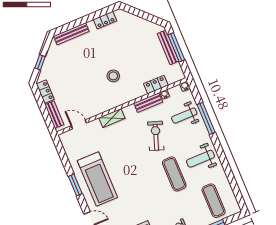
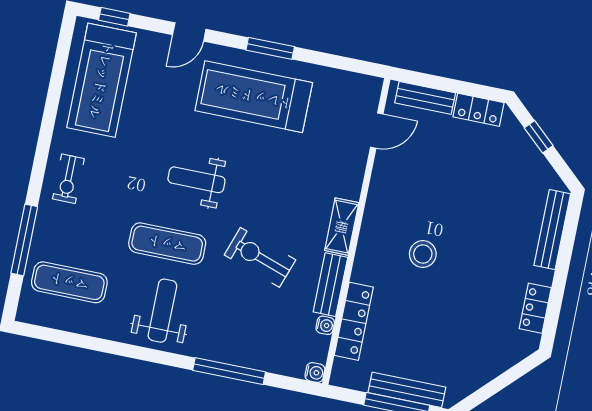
locker: (156, 85) -> (354, 321), width x1.53
weight bench: (184, 116) -> (196, 180), moved, turned -90
shelving: (112, 118) -> (342, 227), moved
exercise bike: (156, 136) -> (260, 257), turned 180

